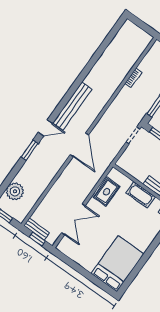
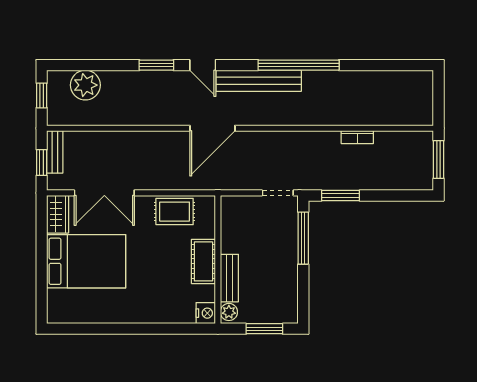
window: (78, 82) -> (299, 65), added
wardrobe: (68, 249) -> (58, 214), added
bed: (118, 264) -> (86, 261), moved

